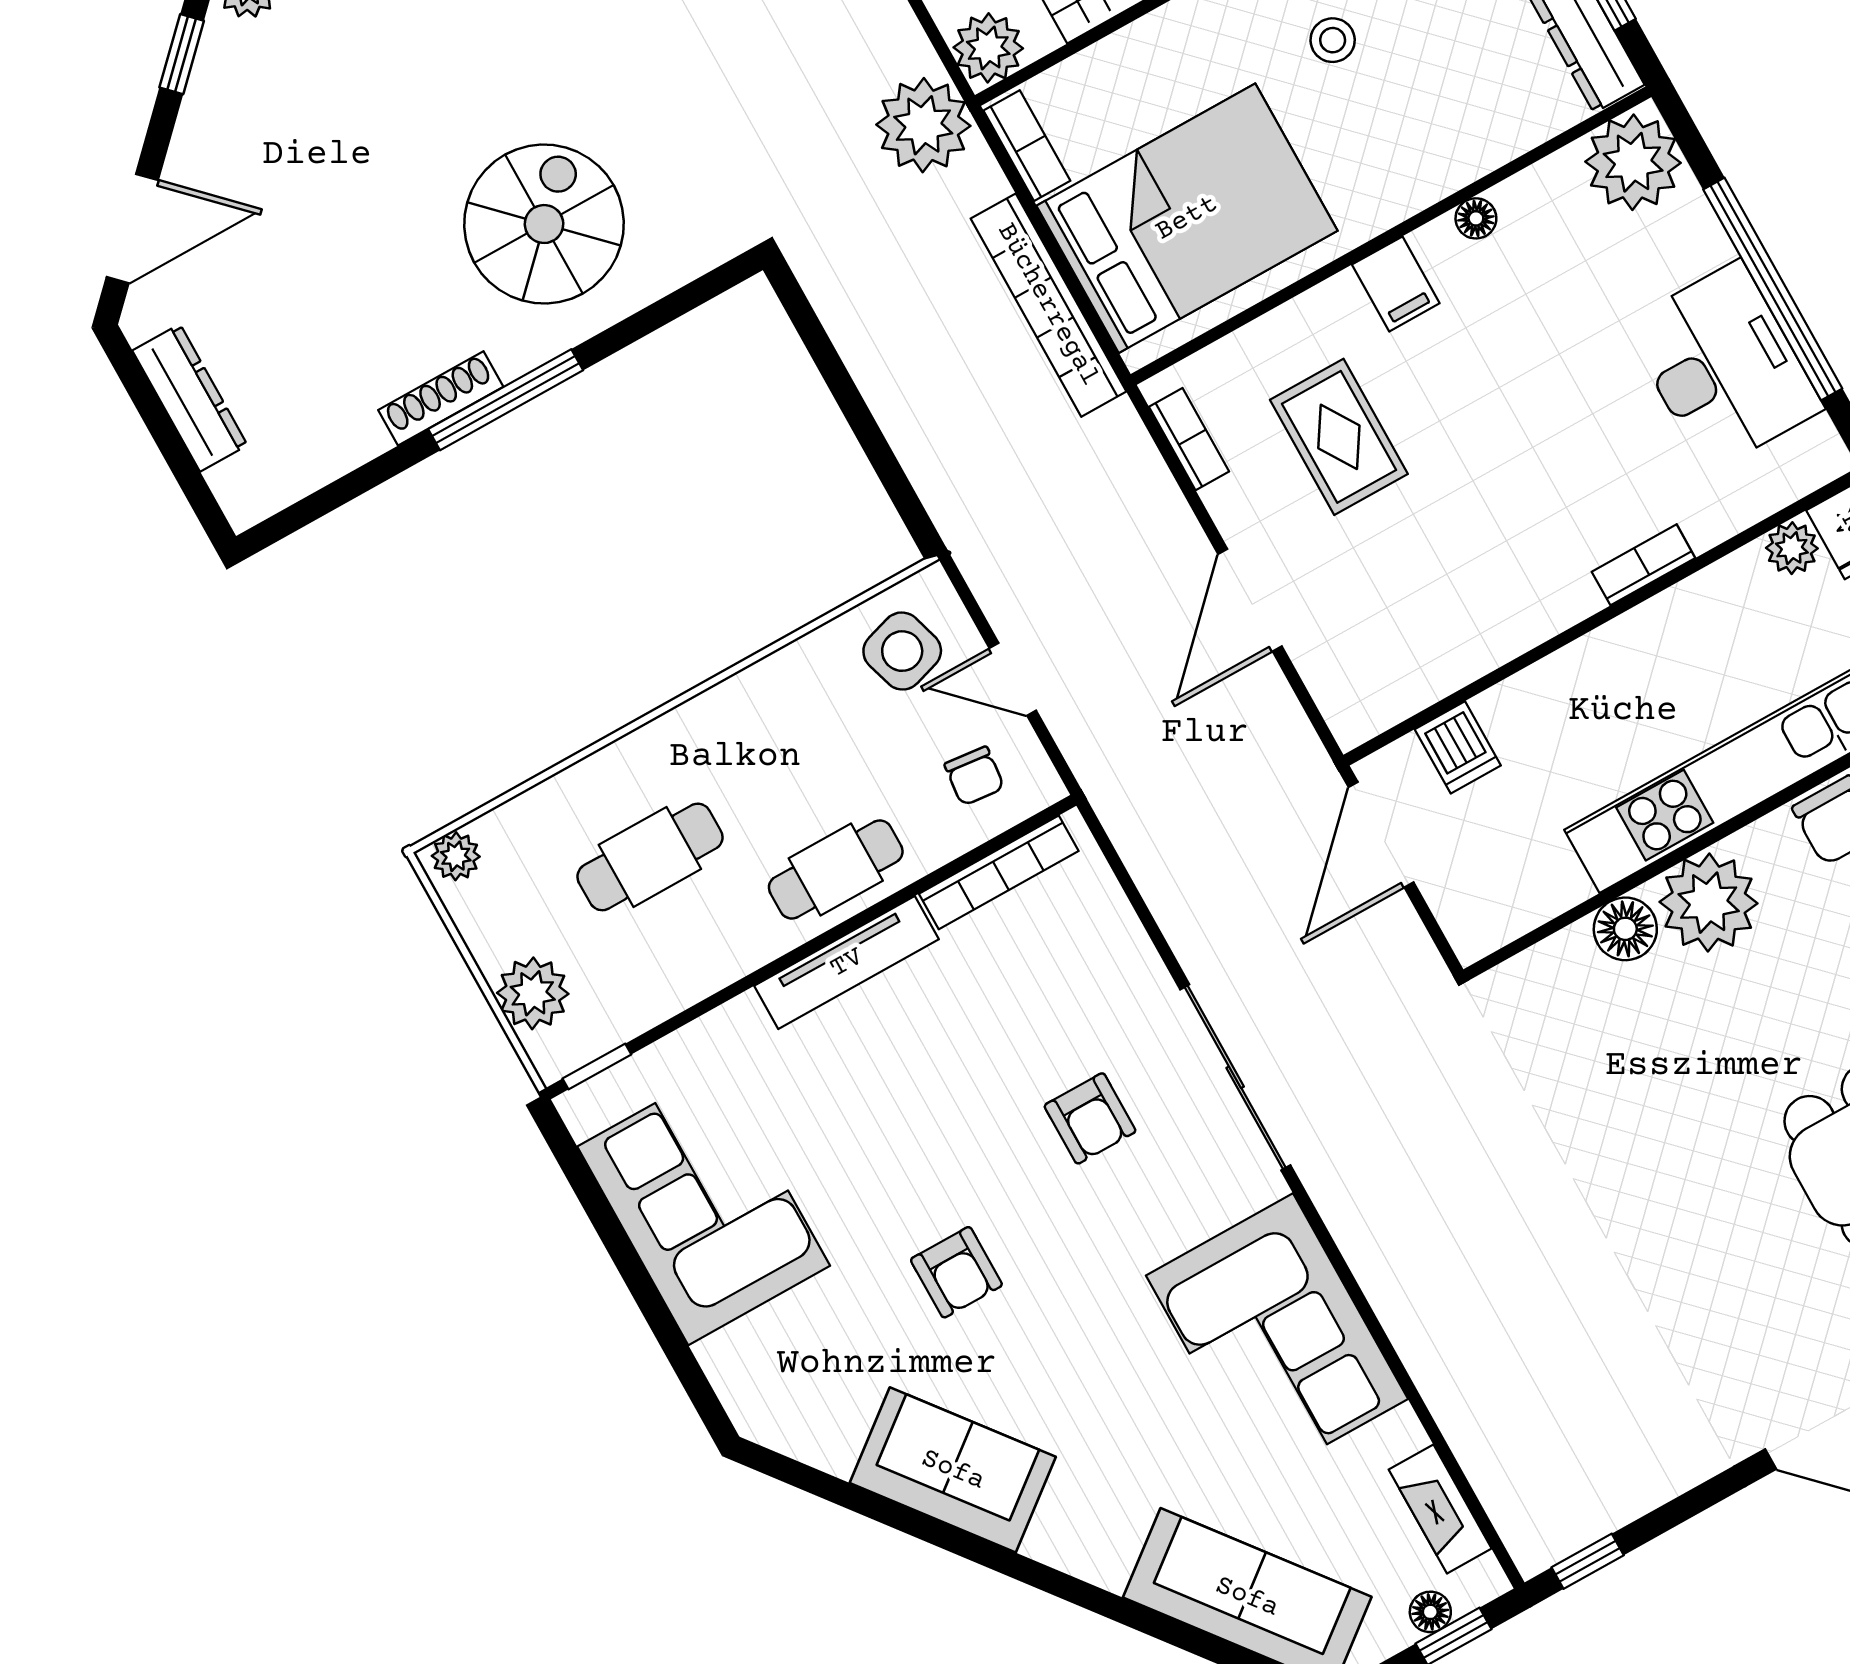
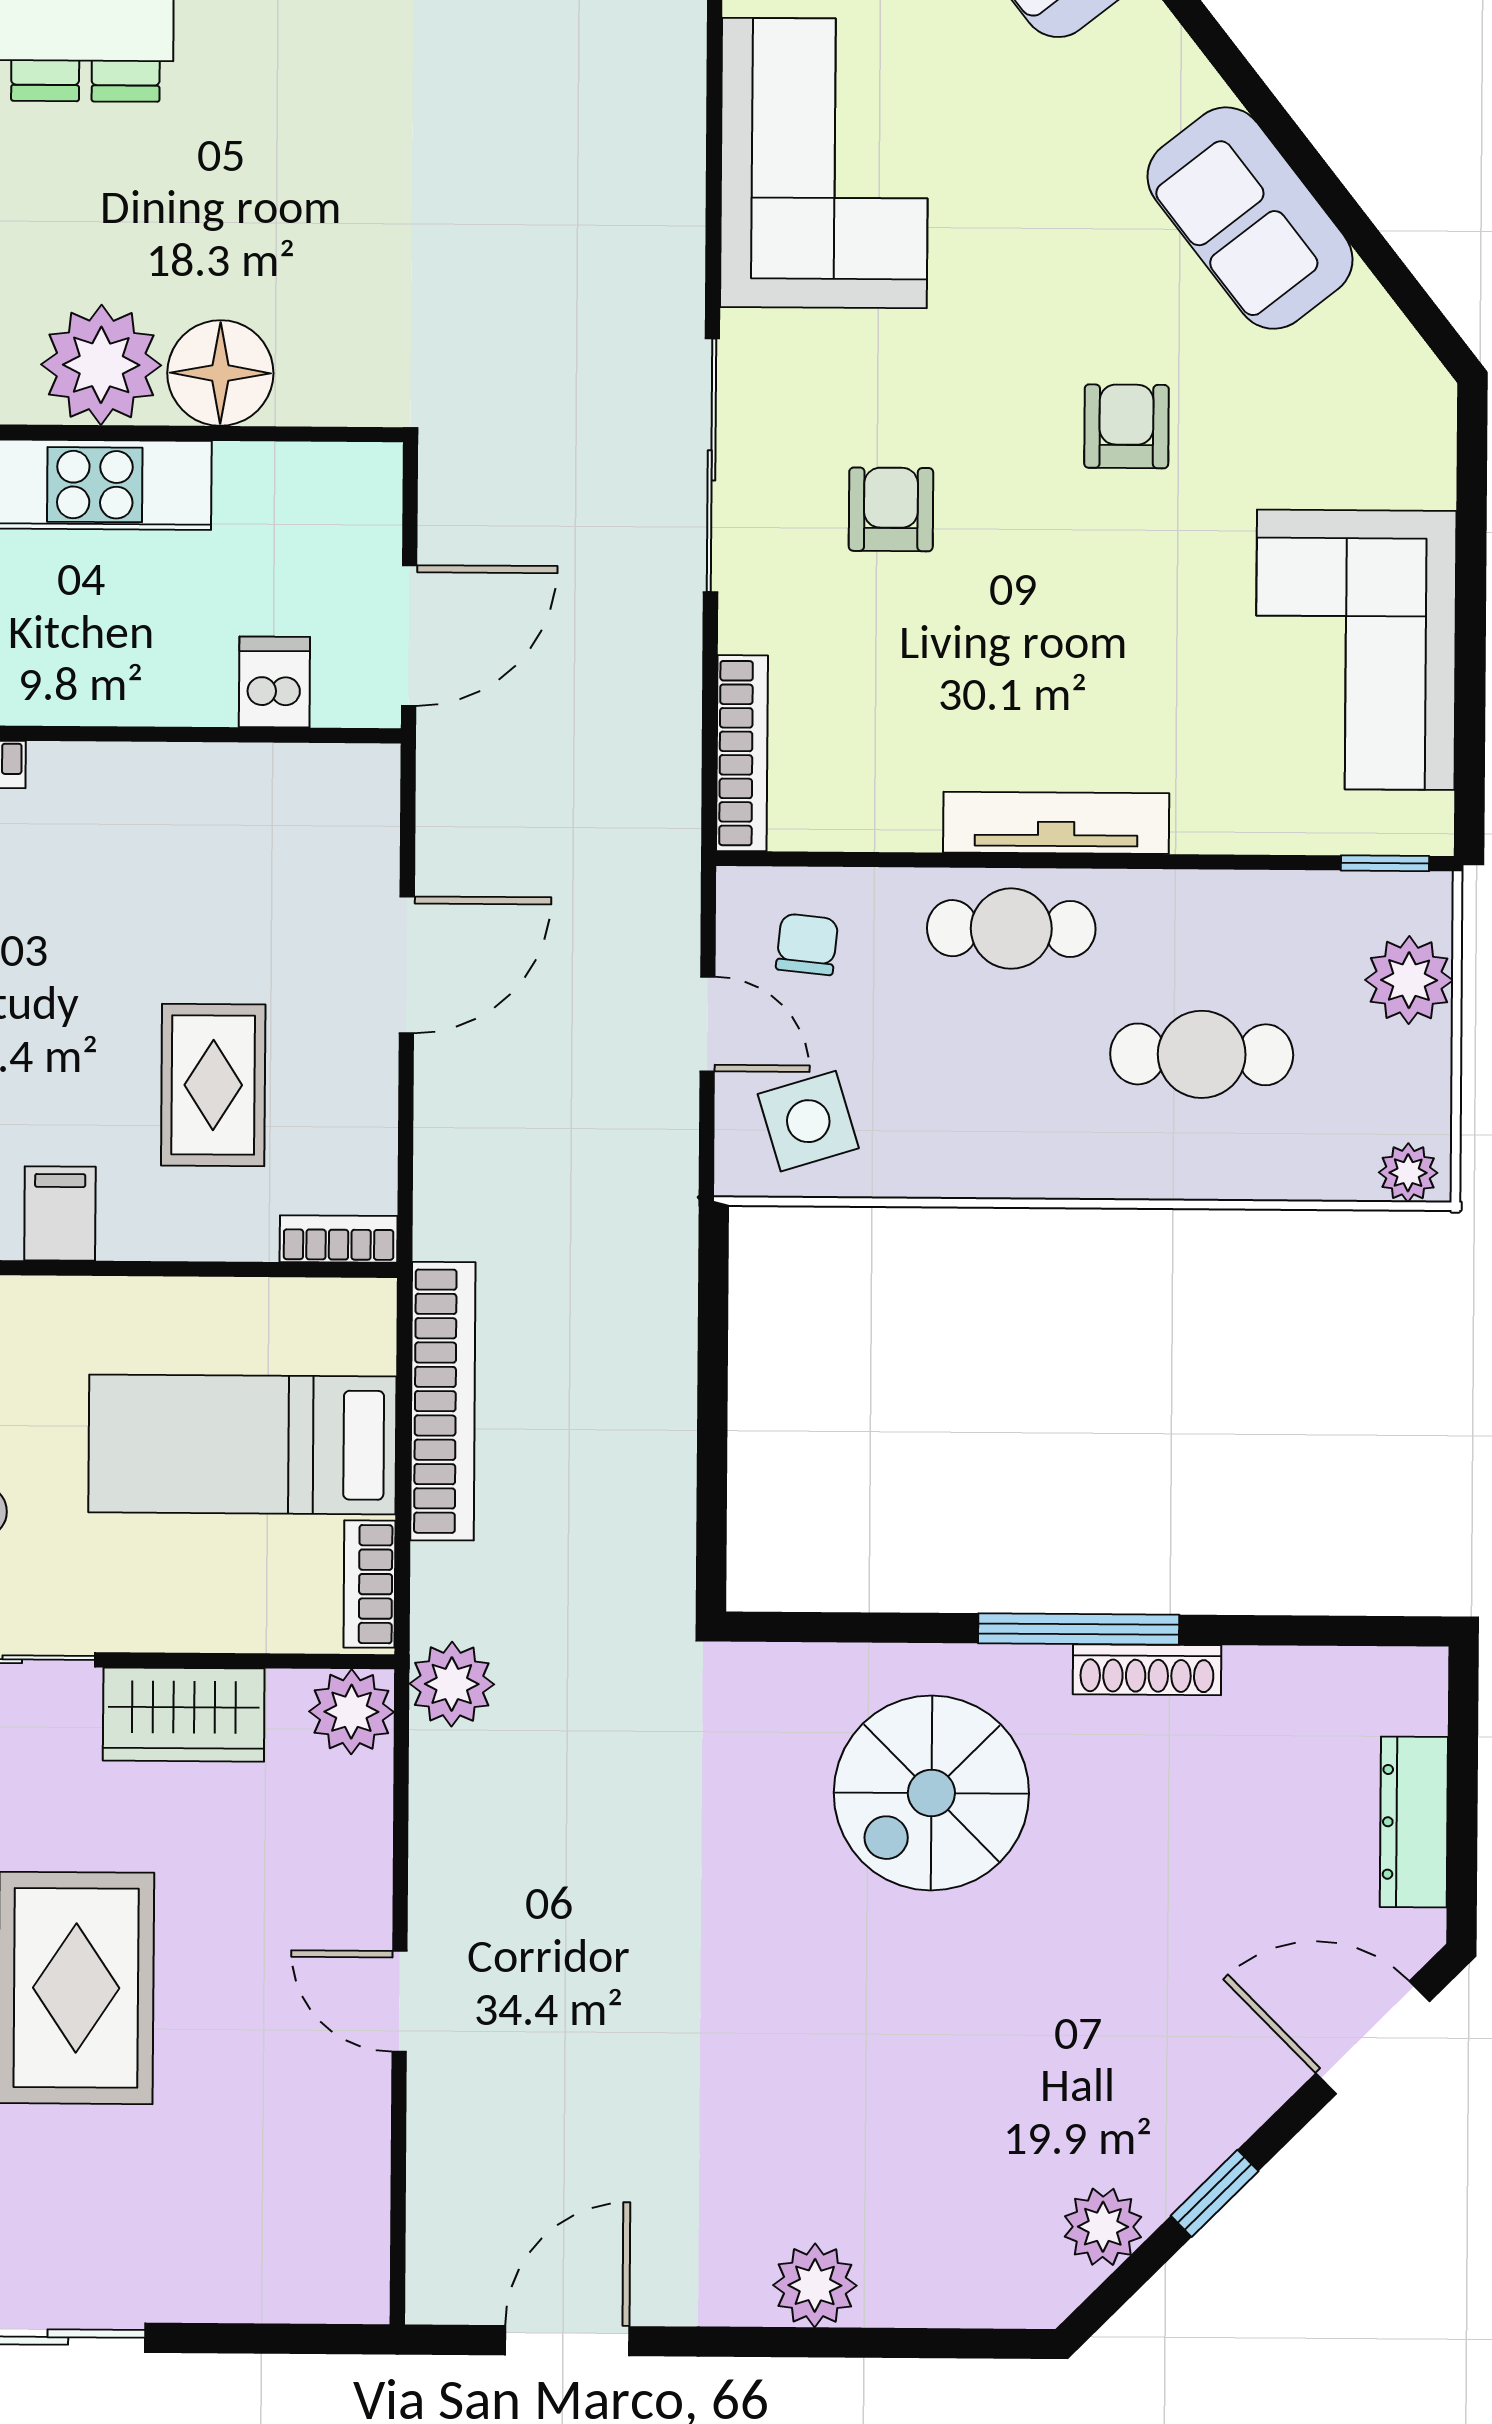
plant: (923, 125) -> (452, 1684), width x0.73, depth x0.73
bed: (1187, 218) -> (242, 1444), width x0.67
bookcase: (1189, 439) -> (339, 1239), moved, turned 90
bookcase: (999, 872) -> (742, 753), moved, turned 90
floor lamp: (1625, 929) -> (220, 373), width x1.38, depth x1.38

